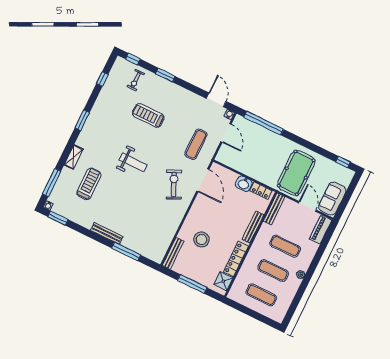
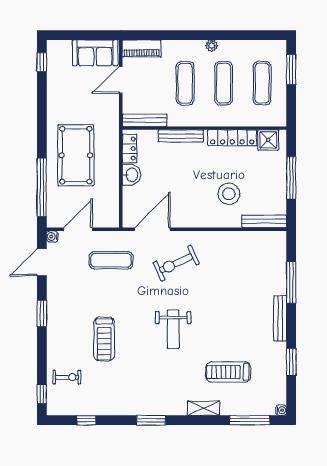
window: (165, 75) -> (42, 313), moved
weight bench: (133, 162) -> (173, 329), turned 180
pool table: (296, 173) -> (76, 155), moved, turned 90
window: (58, 218) -> (291, 362), moved
window: (261, 318) -> (291, 70), added

